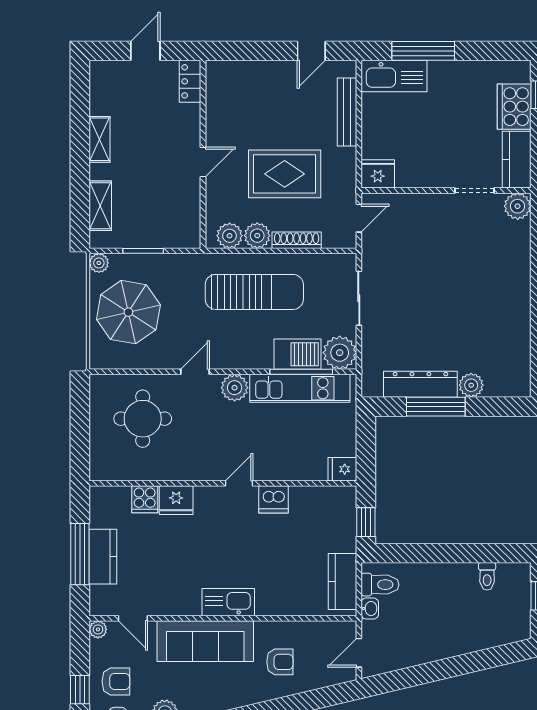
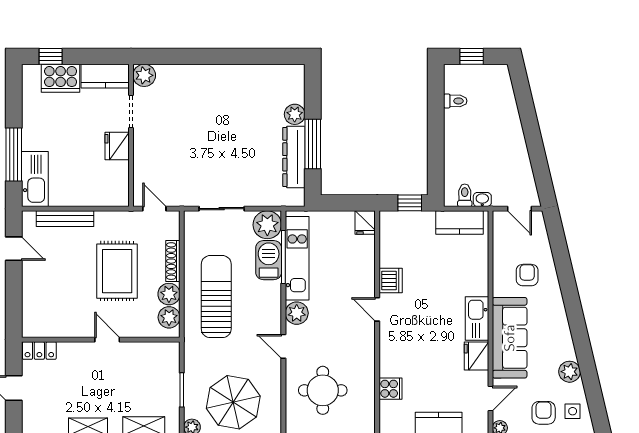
fridge: (378, 174) -> (117, 146), moved
fridge: (176, 500) -> (476, 356), moved, turned 180
toilet: (380, 585) -> (465, 195), width x0.73, depth x0.72

